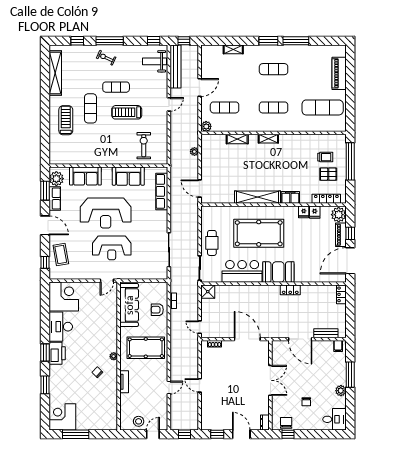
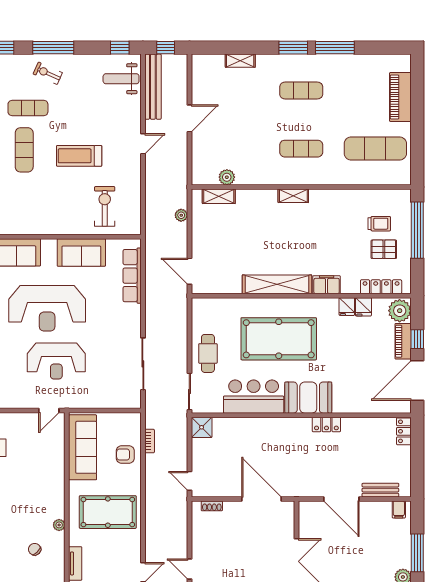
exercise mat: (116, 87) -> (28, 108), moved
exercise mat: (225, 107) -> (227, 149), removed
plant: (206, 126) -> (227, 177), moved
shelving: (237, 139) -> (219, 196), moved

